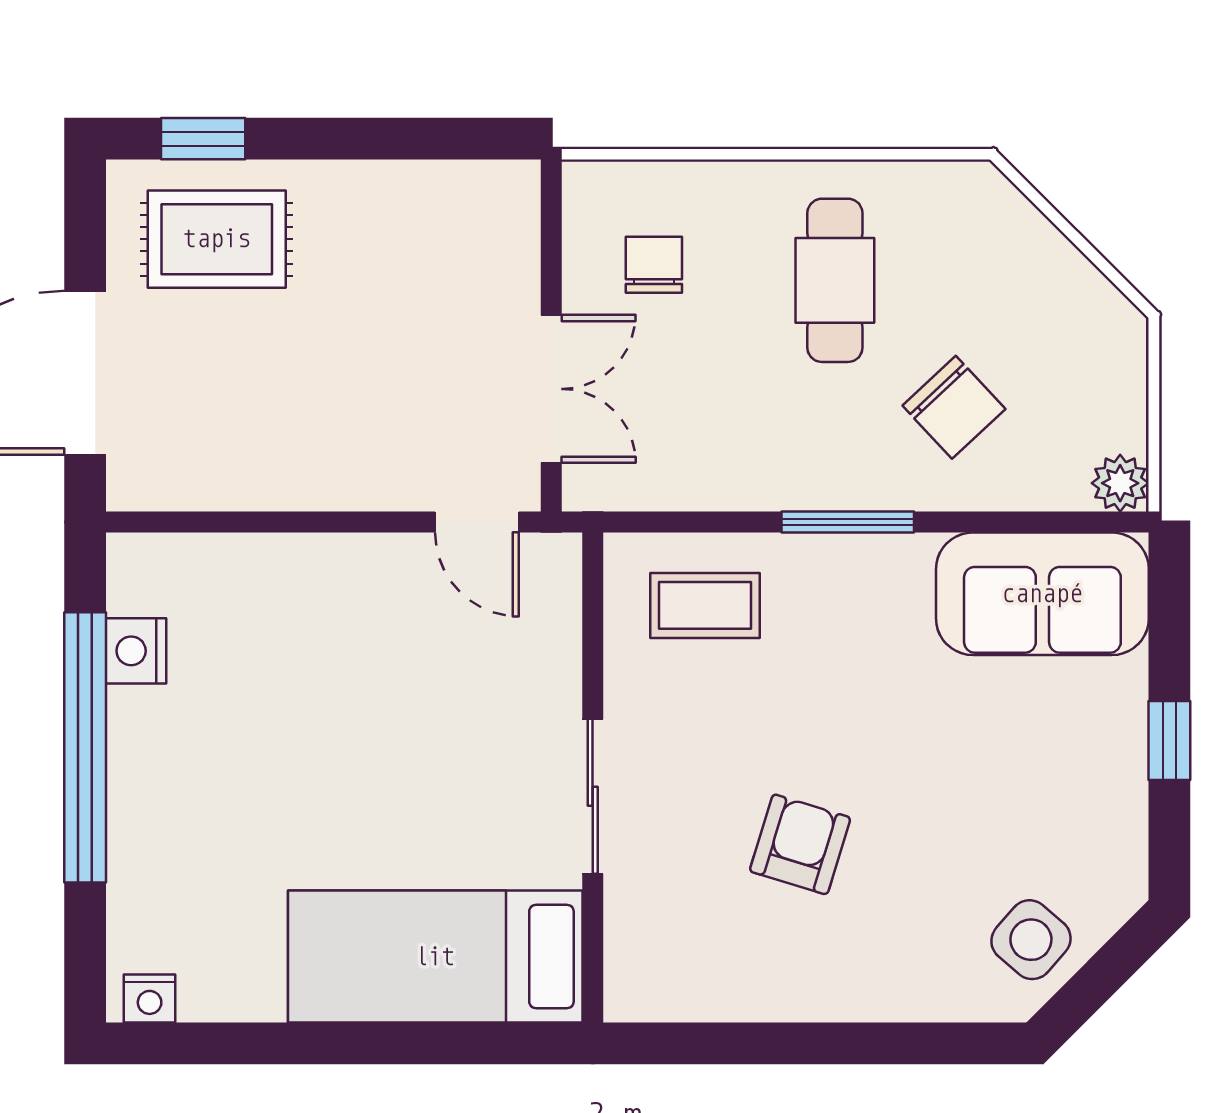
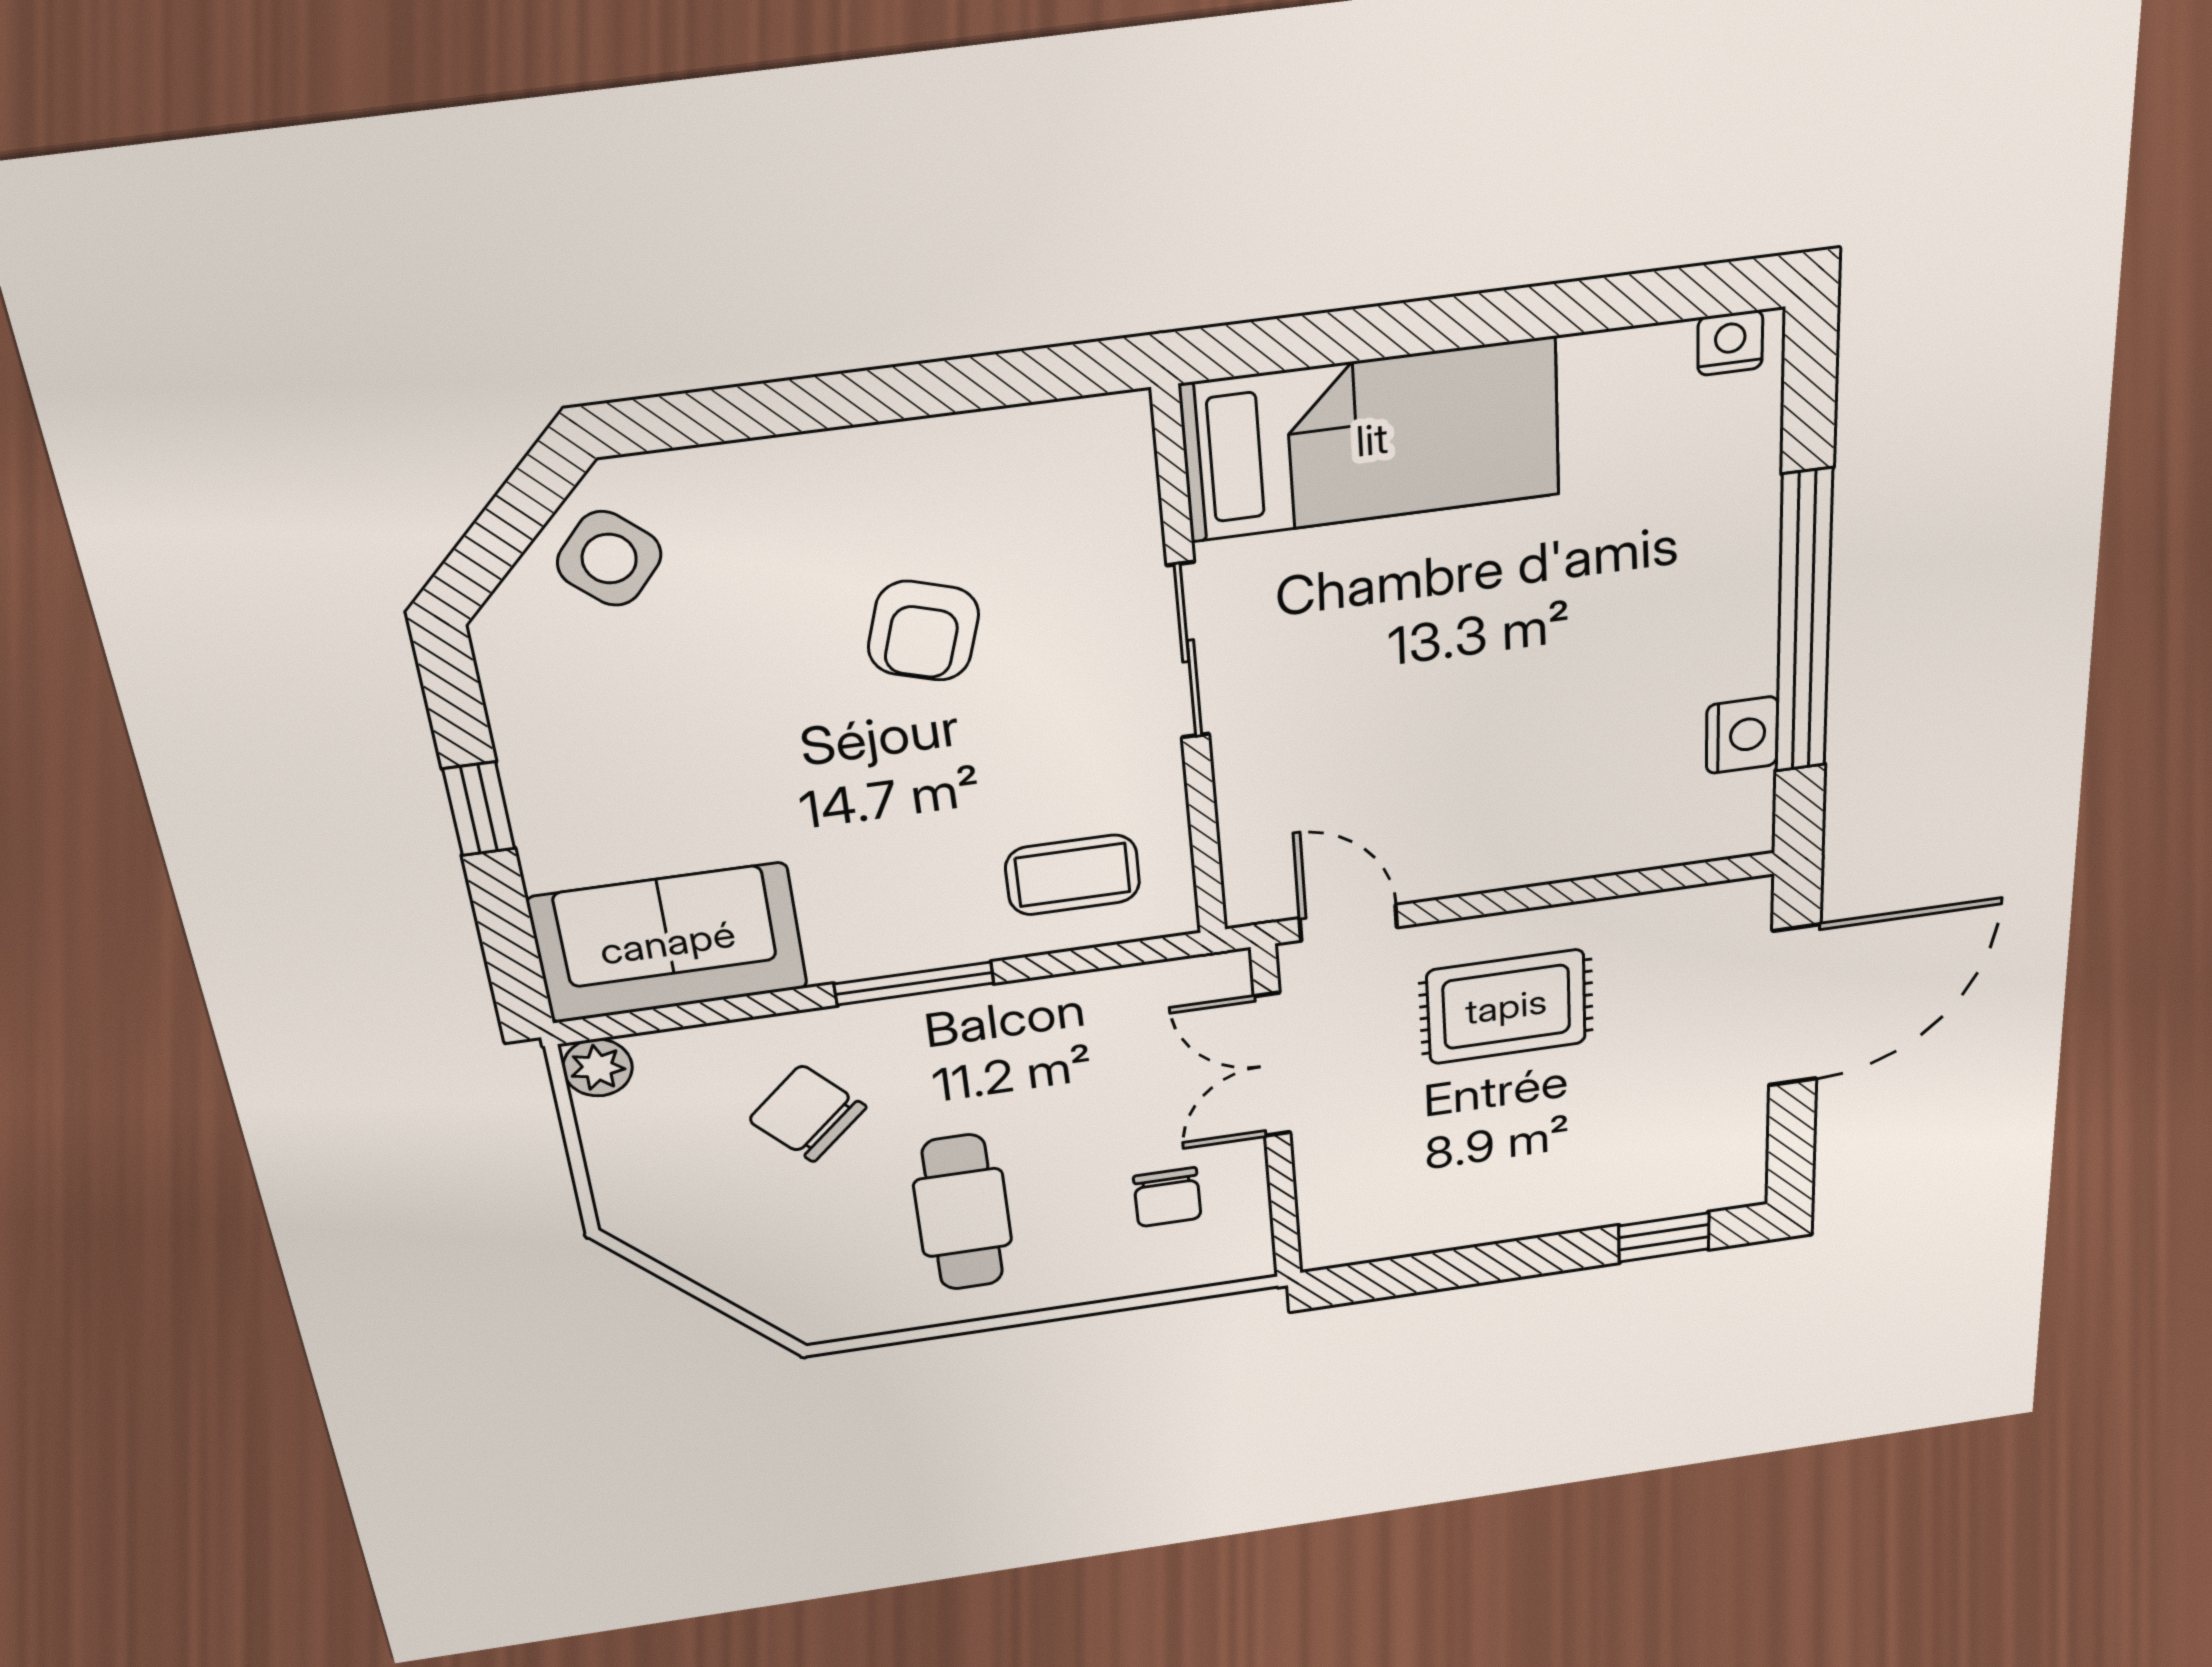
rug: (217, 239) -> (1506, 1007), moved

